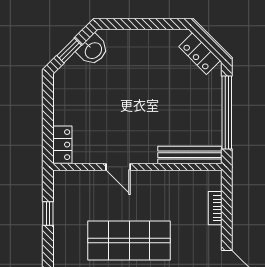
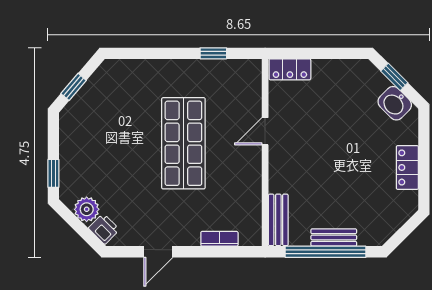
locker: (200, 54) -> (407, 167), moved, turned -45
bench: (214, 105) -> (334, 237), added
bench: (190, 155) -> (278, 220), width x0.73

